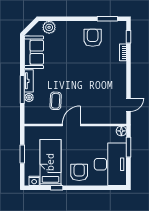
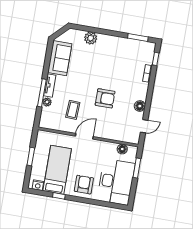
plant: (49, 27) -> (91, 38), moved
armchair: (93, 38) -> (105, 98), moved, turned 90
floor lamp: (121, 86) -> (140, 106), added
floor lamp: (121, 131) -> (122, 149), moved

